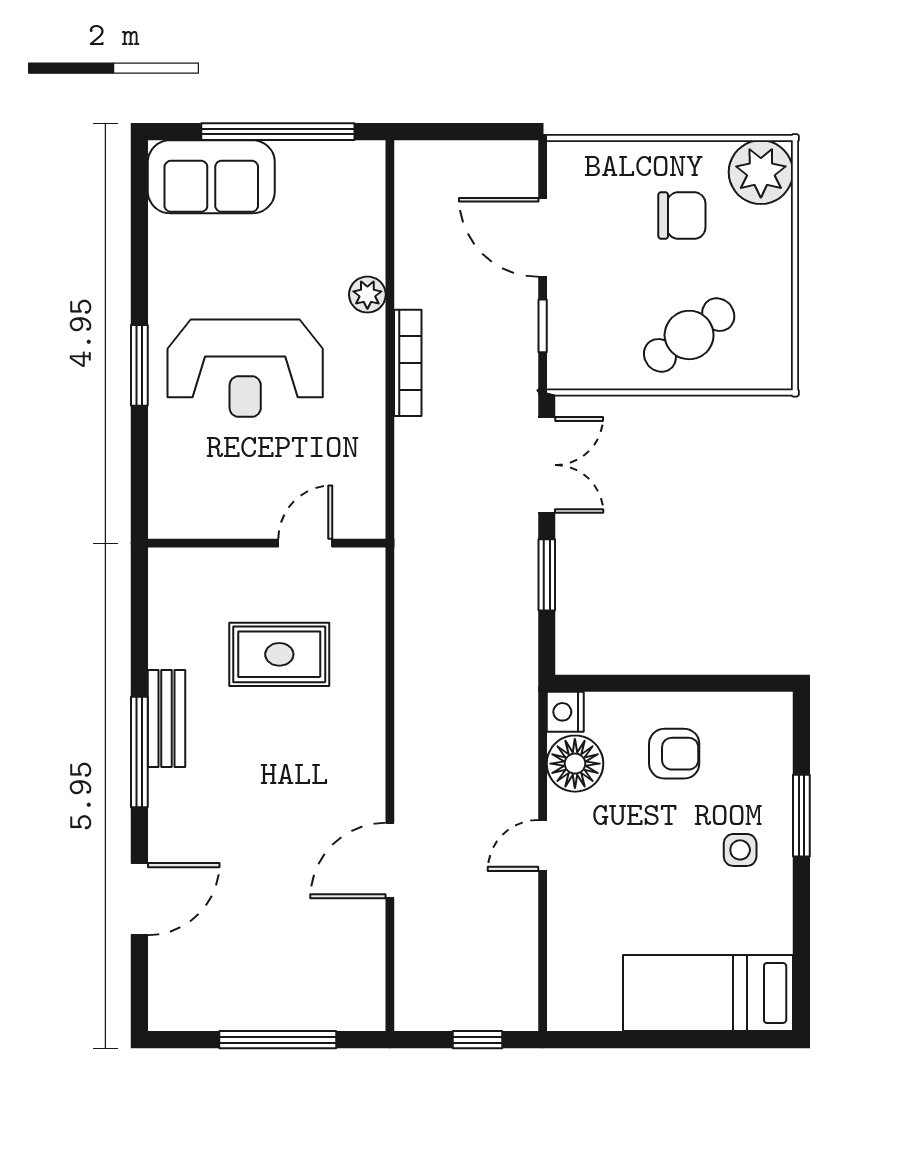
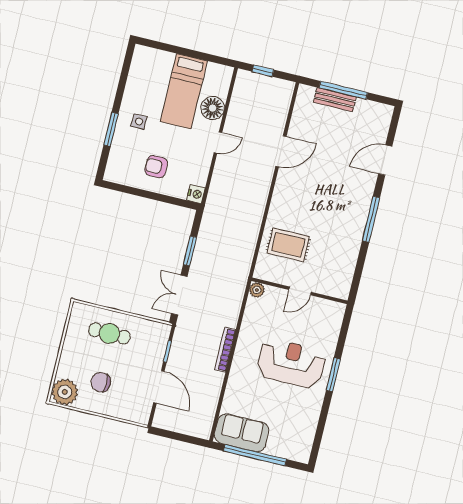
sofa: (211, 177) -> (242, 433), moved
plant: (367, 295) -> (257, 290), moved
cafe table: (689, 335) -> (109, 333), turned 36
door: (305, 543) -> (300, 291), moved
rug: (279, 654) -> (288, 245), moved
bench: (166, 718) -> (335, 100), moved, turned 90
floor lamp: (575, 764) -> (213, 108), moved
bed: (708, 993) -> (184, 91), moved, turned 90

